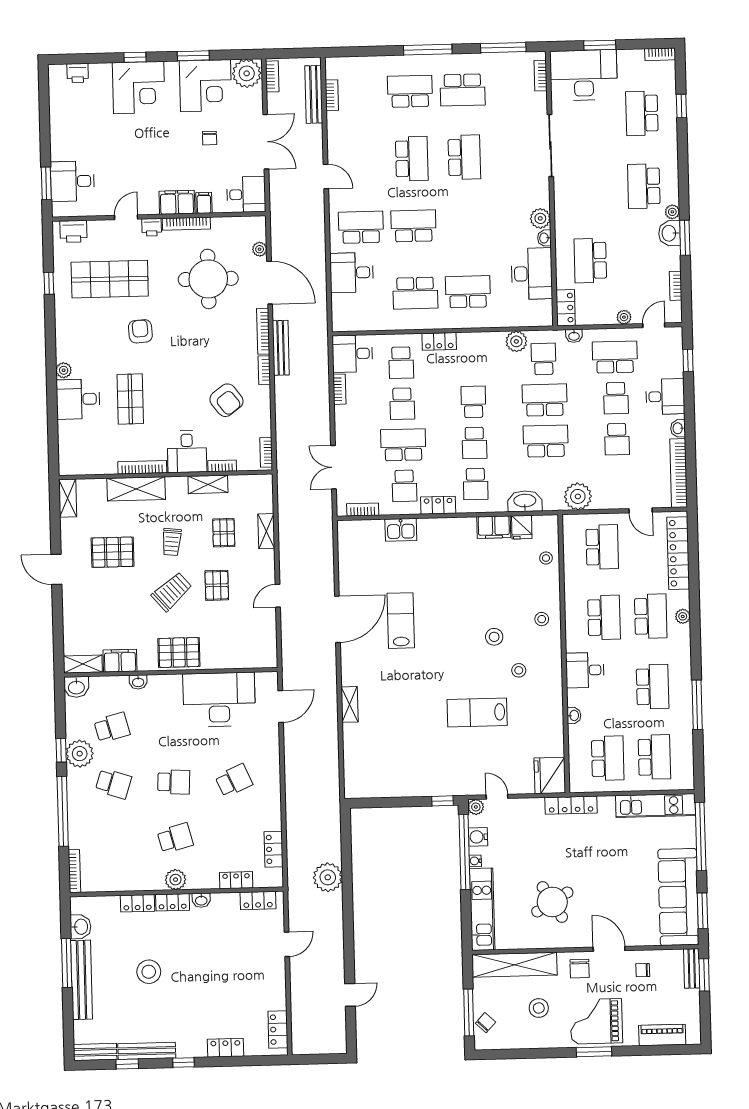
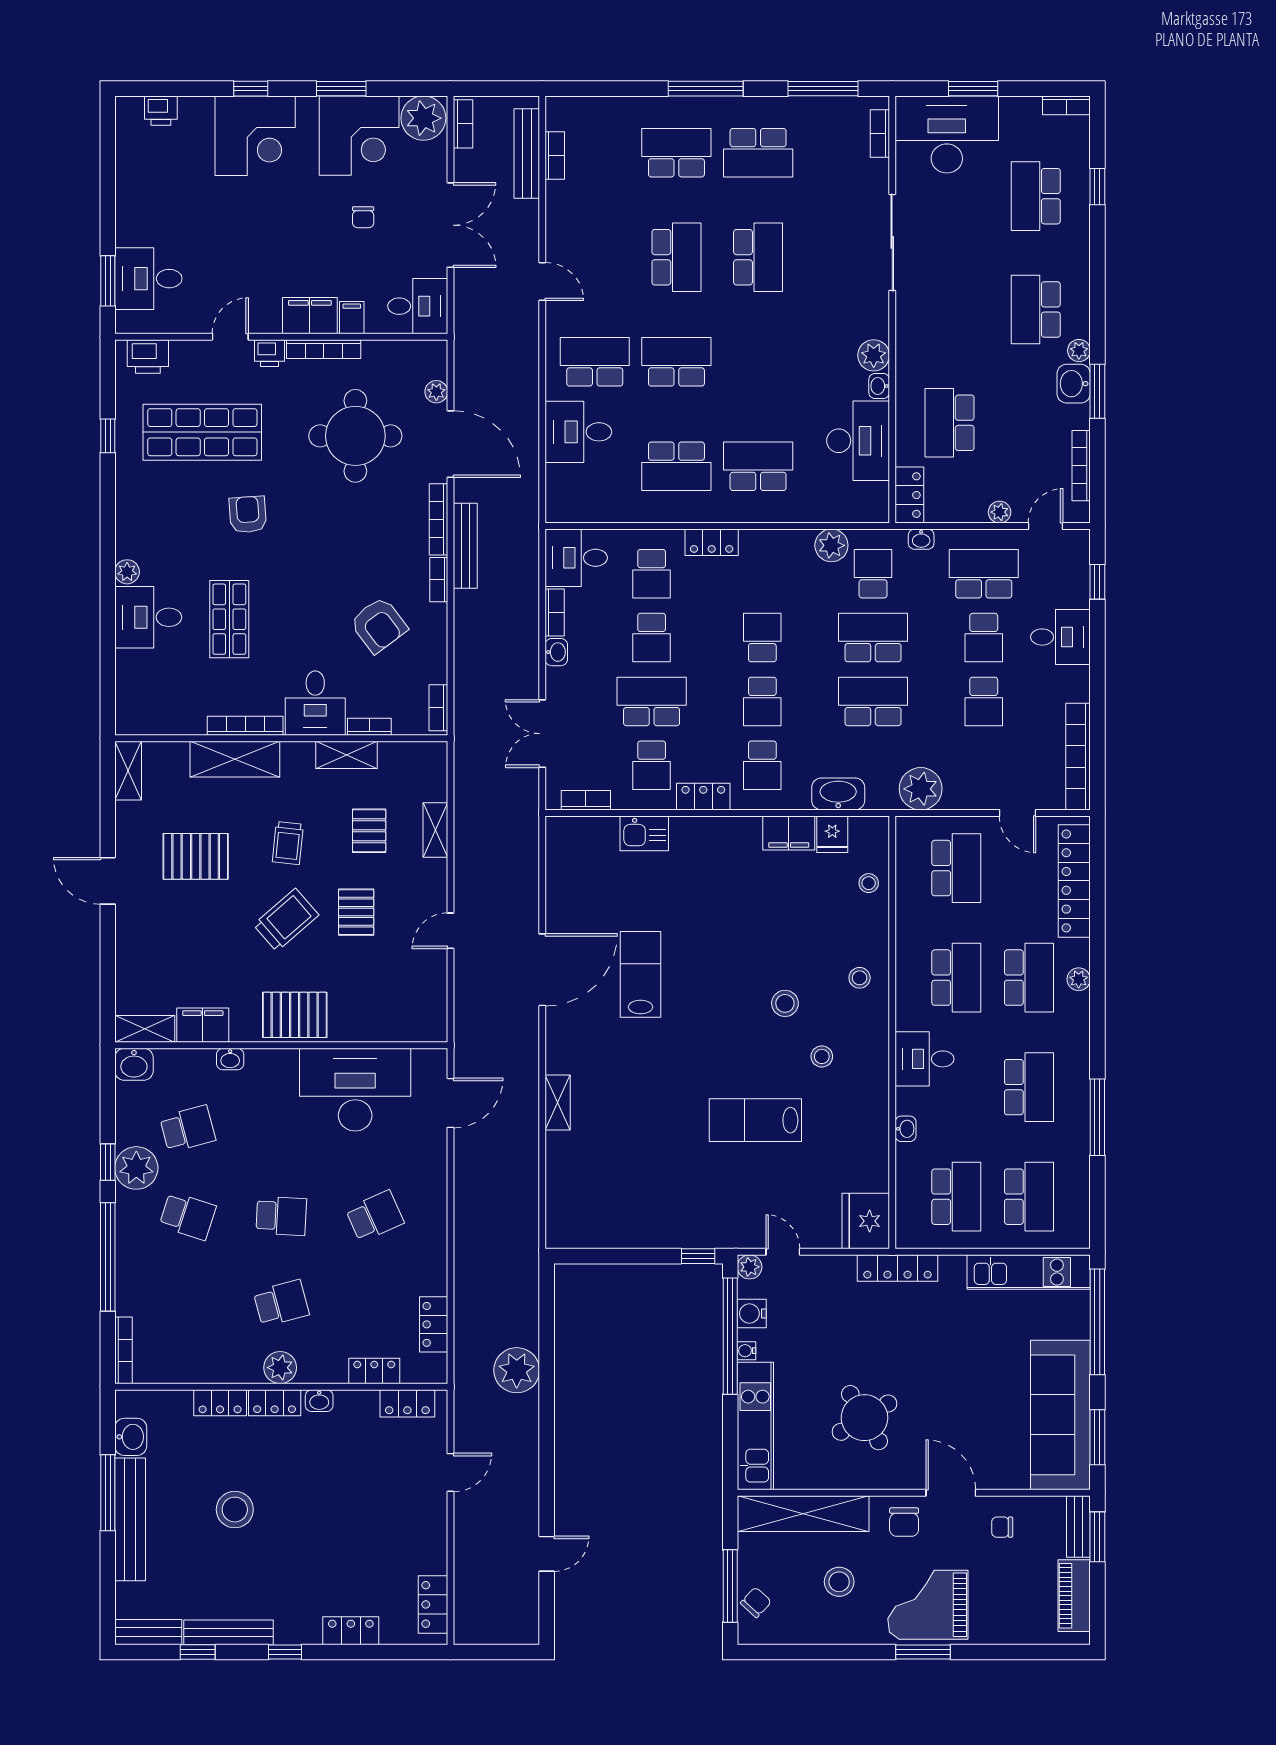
bookcase: (676, 286) -> (1081, 466), width x1.56
washbasin: (678, 428) -> (556, 652), moved, turned 180
piano: (662, 1035) -> (1074, 1596), moved, turned -90

